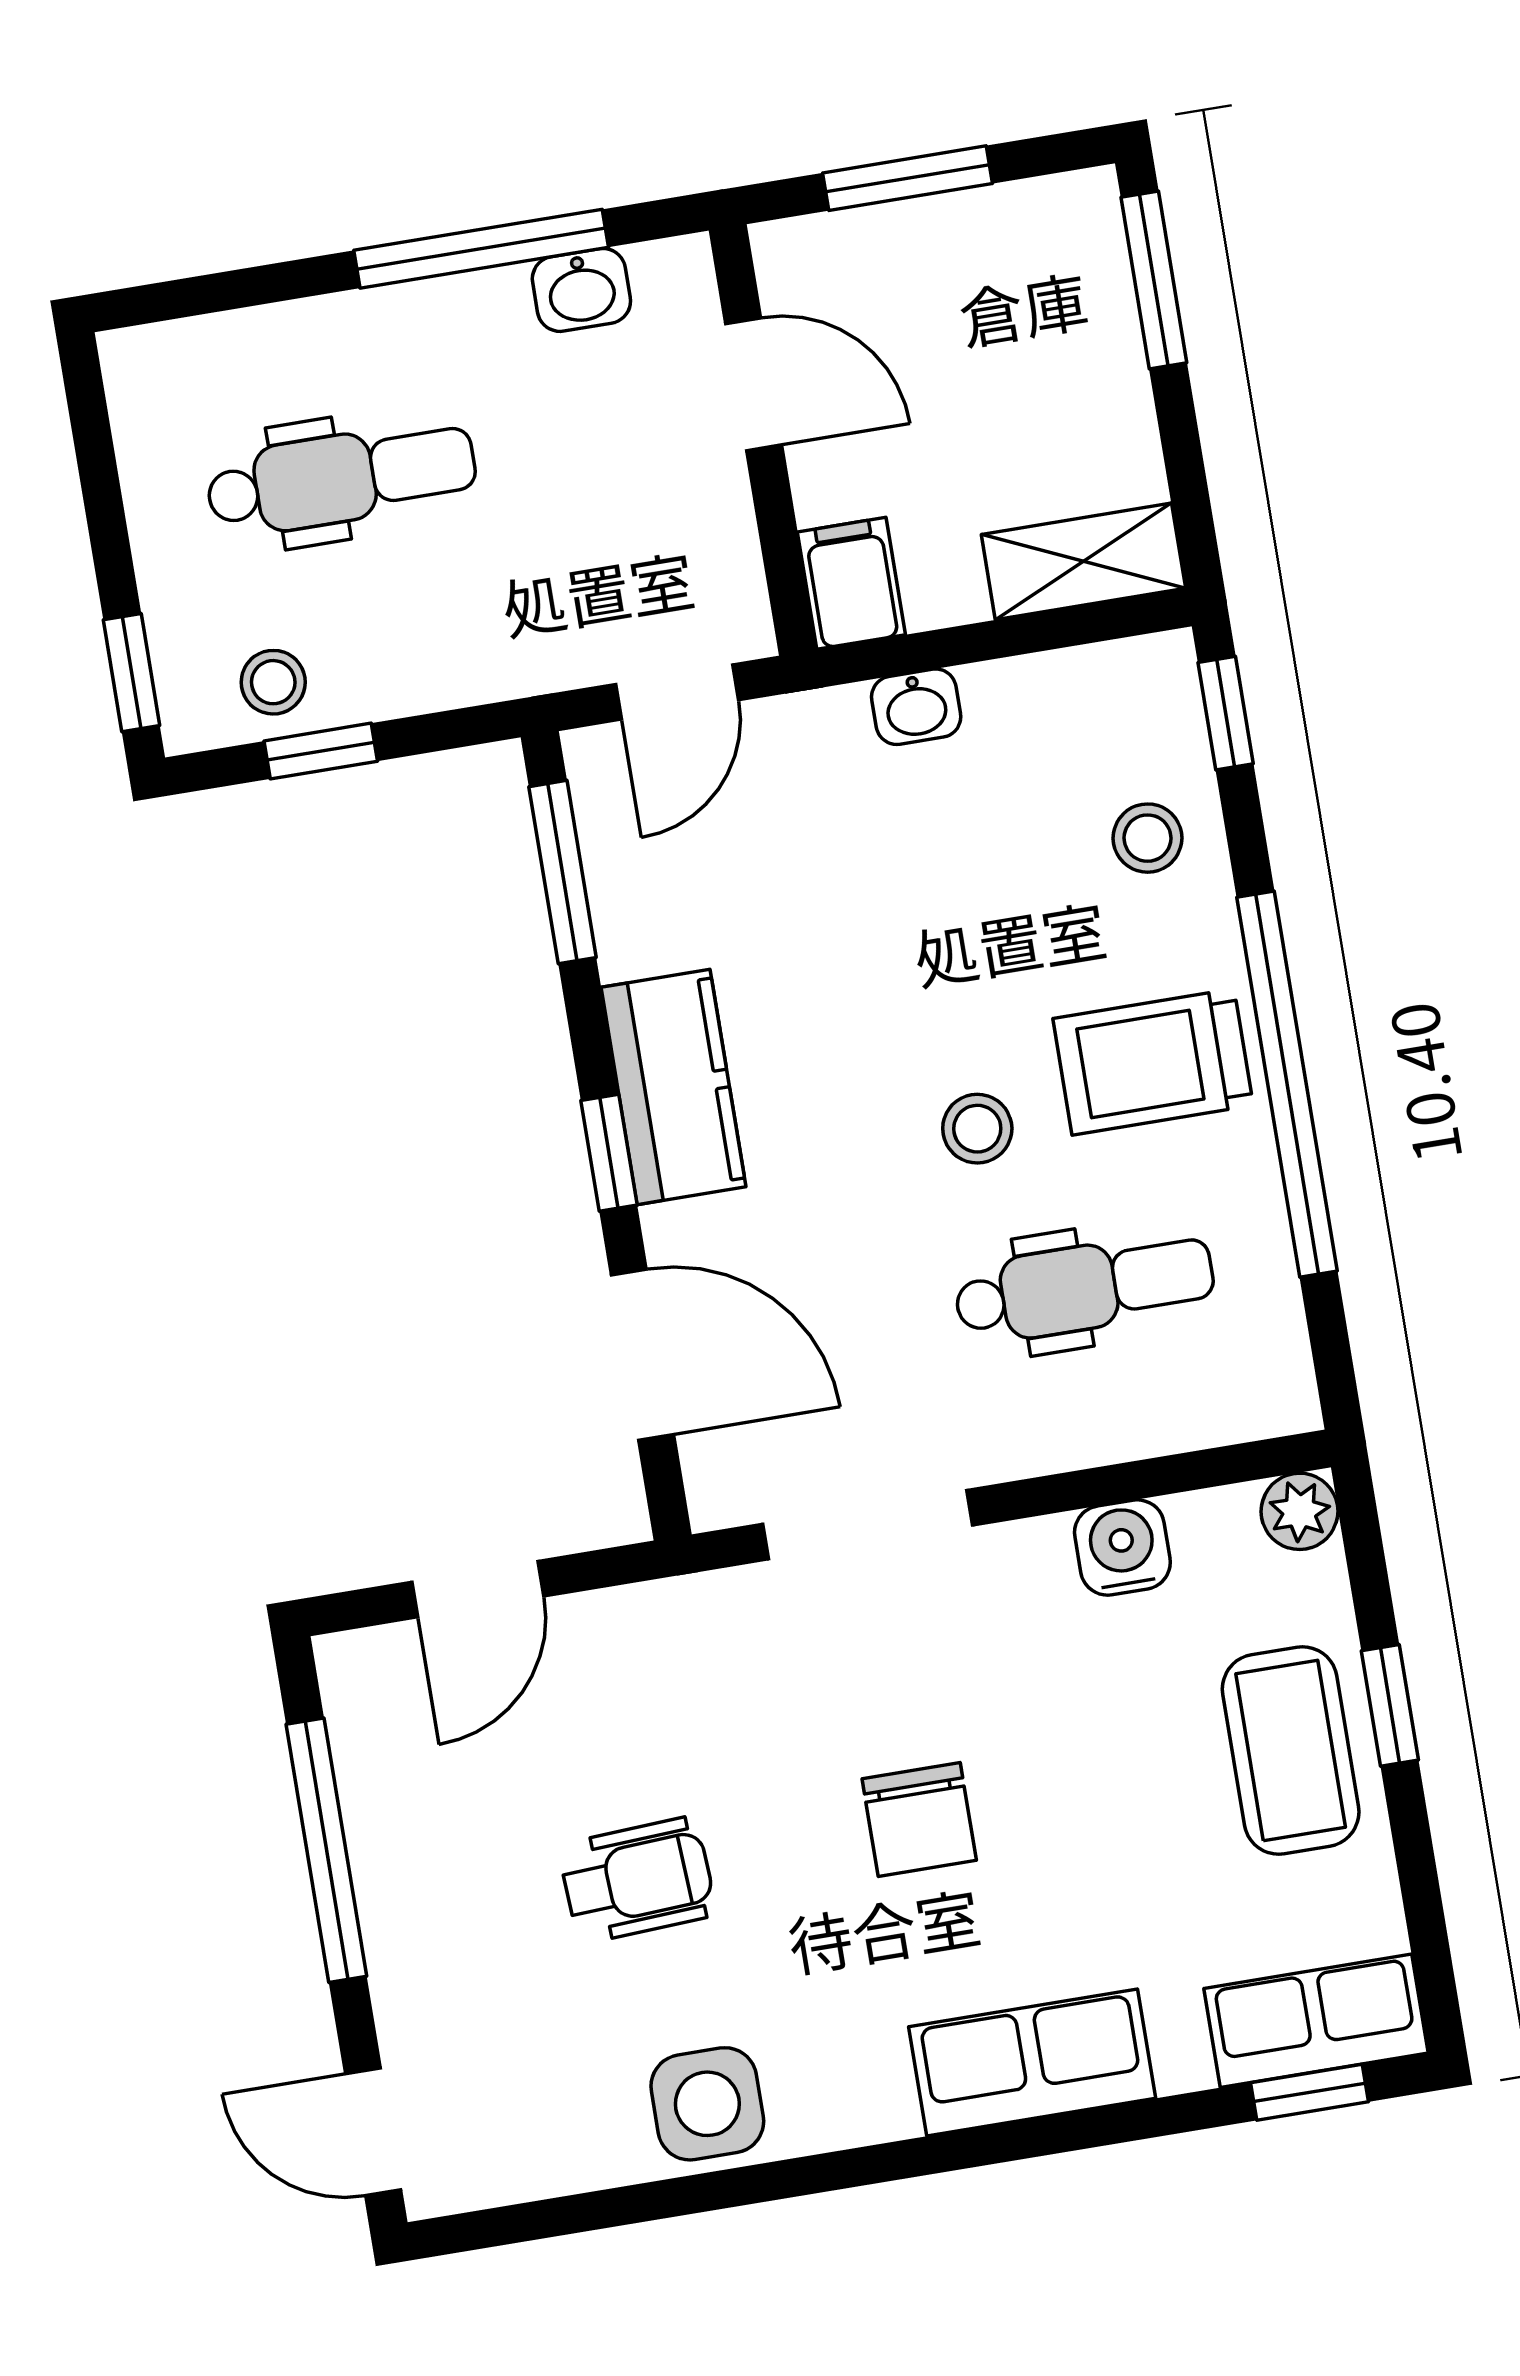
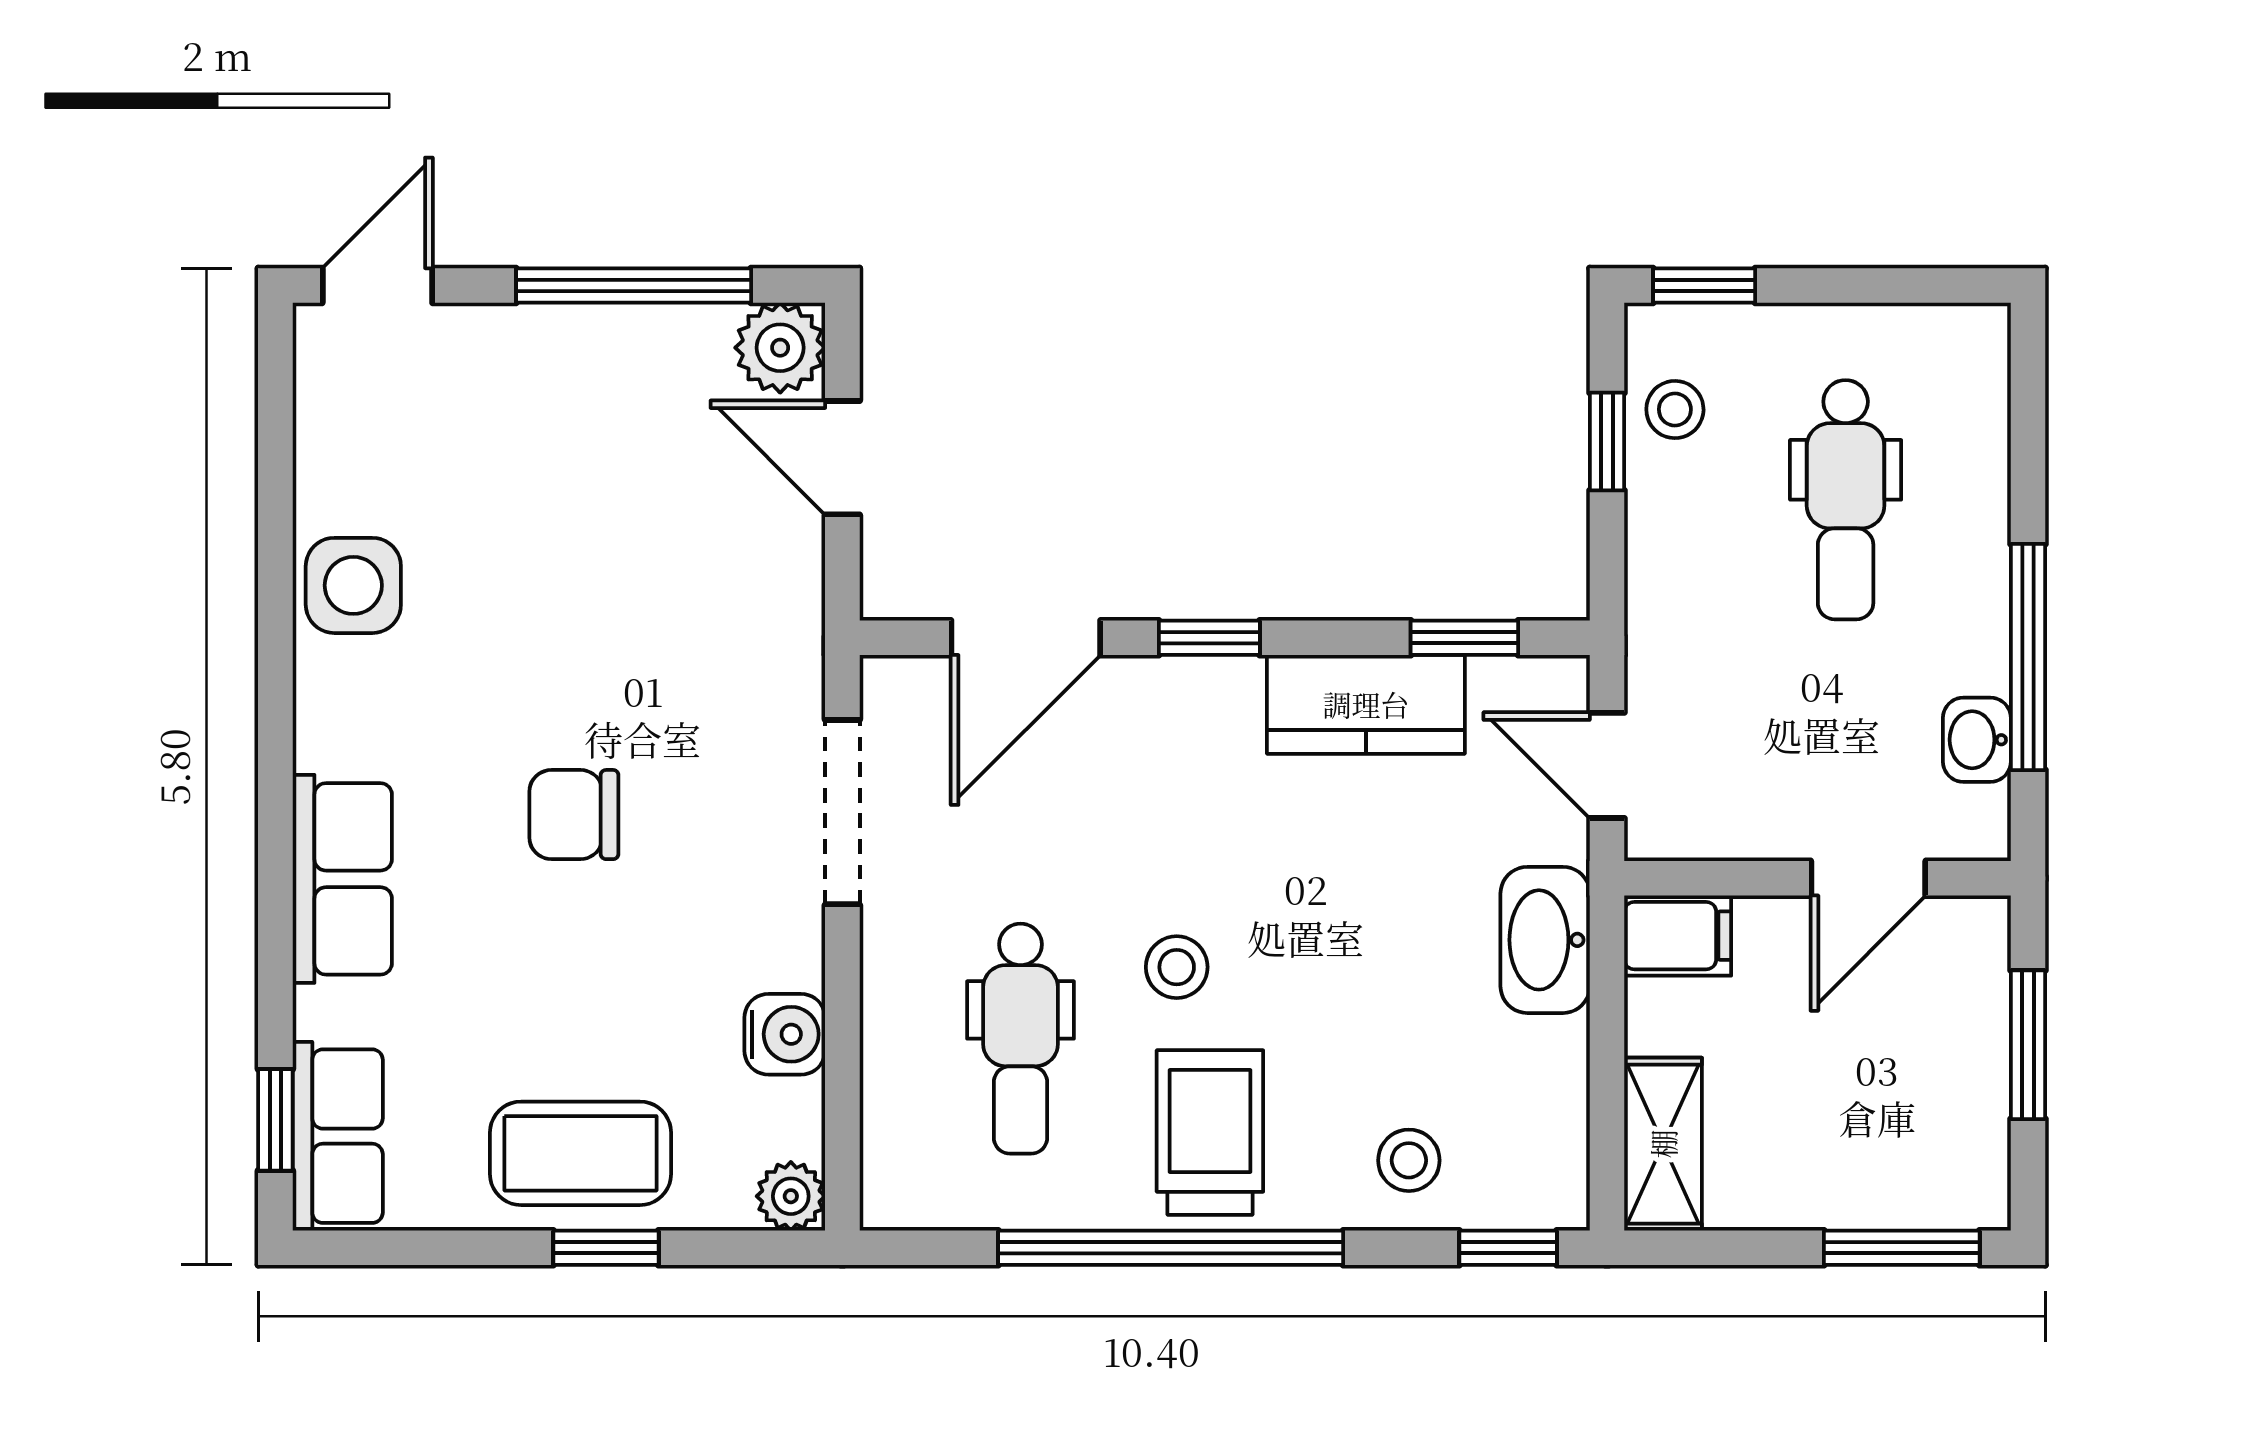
washbasin: (916, 707) -> (1545, 940), width x1.91, depth x1.45
window: (563, 872) -> (1464, 638), width x0.67
kitchen counter: (673, 1087) -> (1366, 704), moved
plant: (368, 1678) -> (780, 348), added
wheelchair: (637, 1880) -> (562, 556), removed

